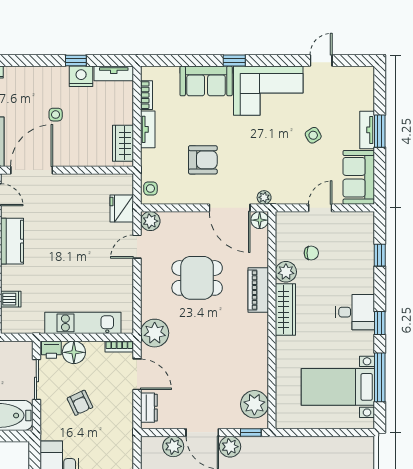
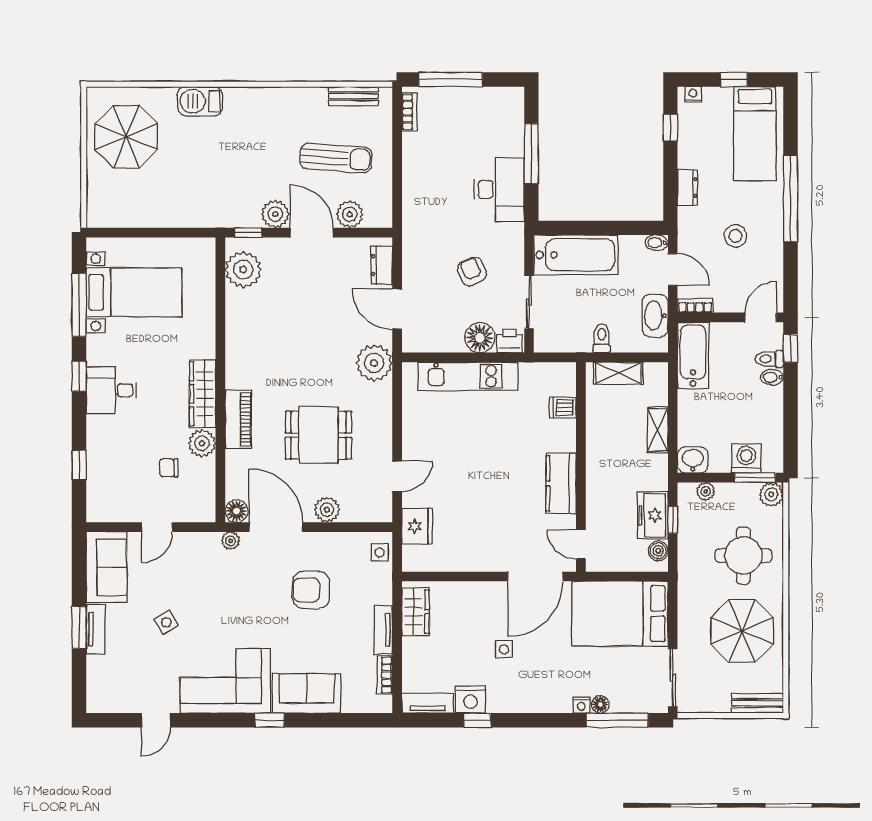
plant: (150, 221) -> (327, 510), moved
bookcase: (119, 346) -> (420, 345), removed

